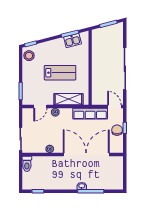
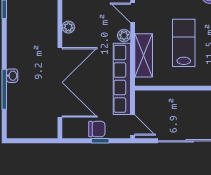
lab bench: (60, 73) -> (184, 43), turned 180
door: (114, 106) -> (133, 125), hinge flipped
row of seats: (90, 114) -> (122, 79), width x1.36

